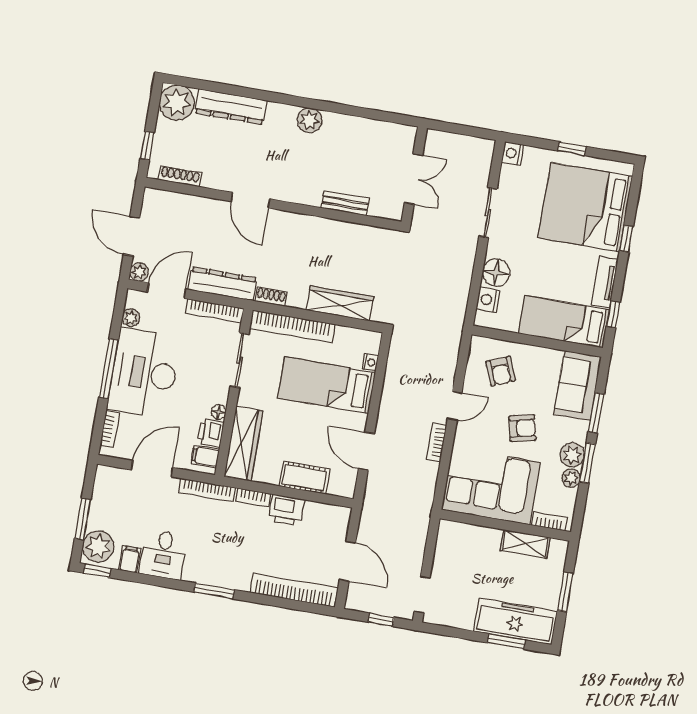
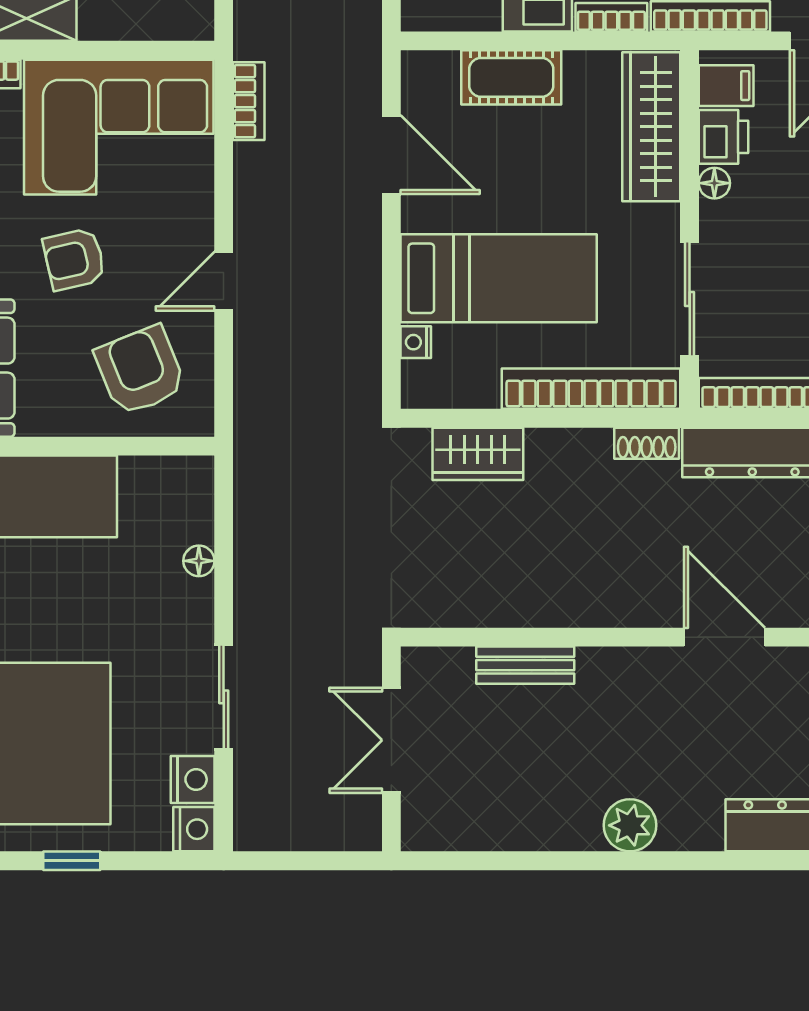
floor lamp: (496, 273) -> (199, 561), width x0.53, depth x0.53
nightstand: (488, 300) -> (193, 779), moved
wardrobe: (340, 303) -> (478, 454), width x0.67
armchair: (501, 371) -> (140, 371), width x1.38, depth x1.38
bookcase: (436, 442) -> (249, 101), moved

